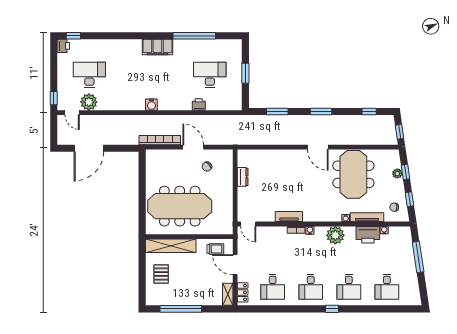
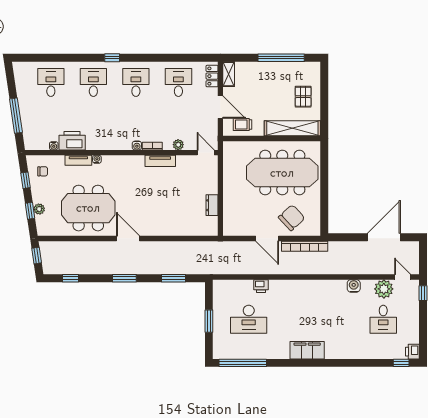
window: (194, 36) -> (243, 363), moved
desk: (89, 75) -> (383, 319), width x0.73
water cooler: (151, 105) -> (354, 286), moved
chair: (207, 167) -> (292, 218), moved, width x1.87, depth x1.87
meeting table: (353, 174) -> (88, 208), turned 90
tv unit: (367, 217) -> (78, 160), width x0.71
plant: (335, 235) -> (178, 145), moved, width x0.53, depth x0.53

